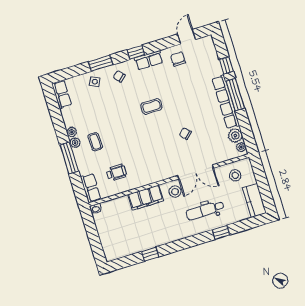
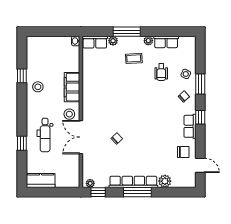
window: (226, 65) -> (98, 192), moved
row of seats: (62, 94) -> (166, 42), moved
coffee table: (151, 106) -> (149, 116), removed
plant: (235, 135) -> (165, 181), moved
plant: (75, 143) -> (113, 41), moved
wheelchair: (116, 173) -> (161, 72), moved
stool: (235, 175) -> (38, 87), moved
dental chair: (205, 210) -> (45, 135), turned 180

